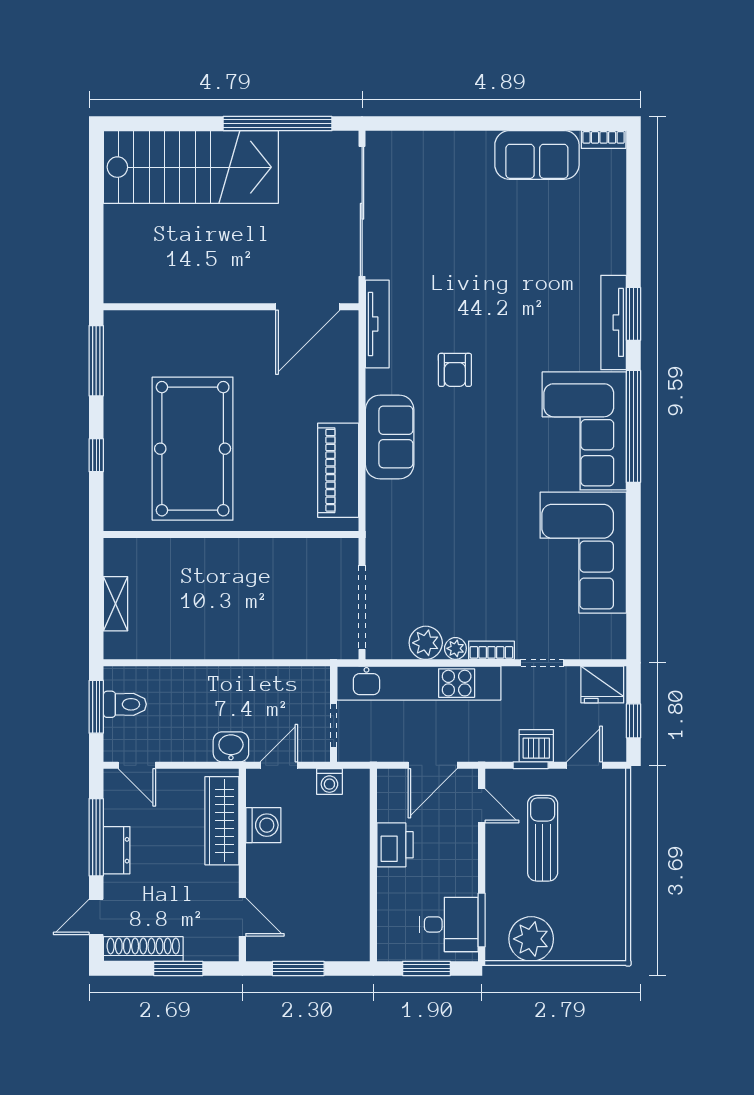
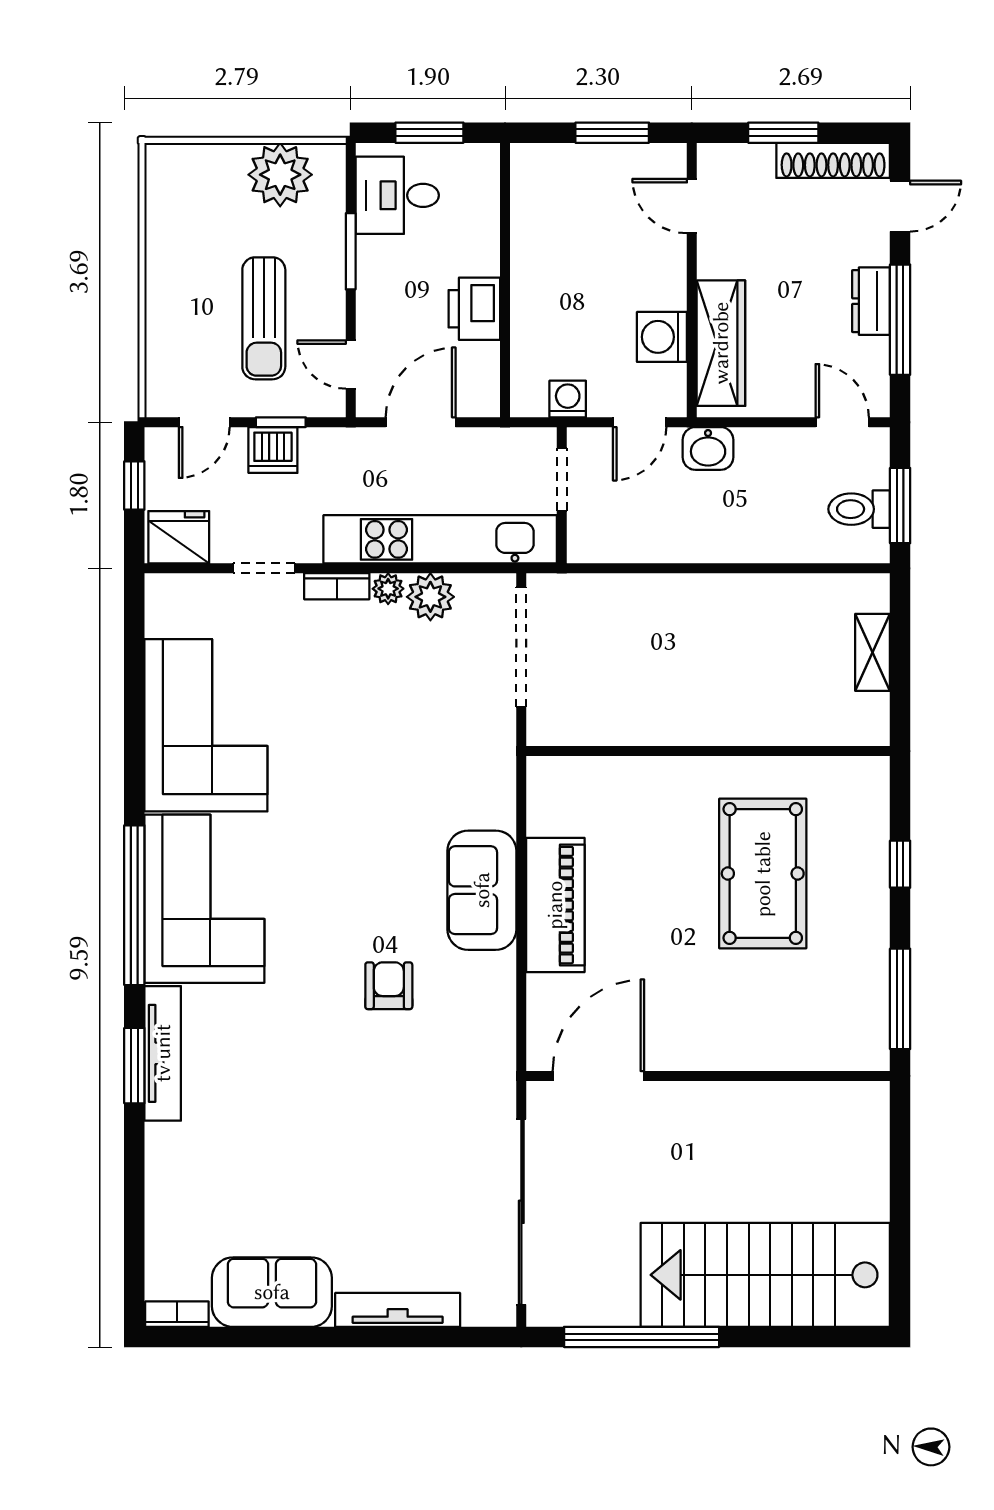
tv unit: (377, 324) -> (398, 1310), moved, turned 90
pool table: (193, 449) -> (763, 874), width x0.73, depth x0.76
piano: (338, 470) -> (555, 905), moved
window: (482, 920) -> (351, 251), moved

